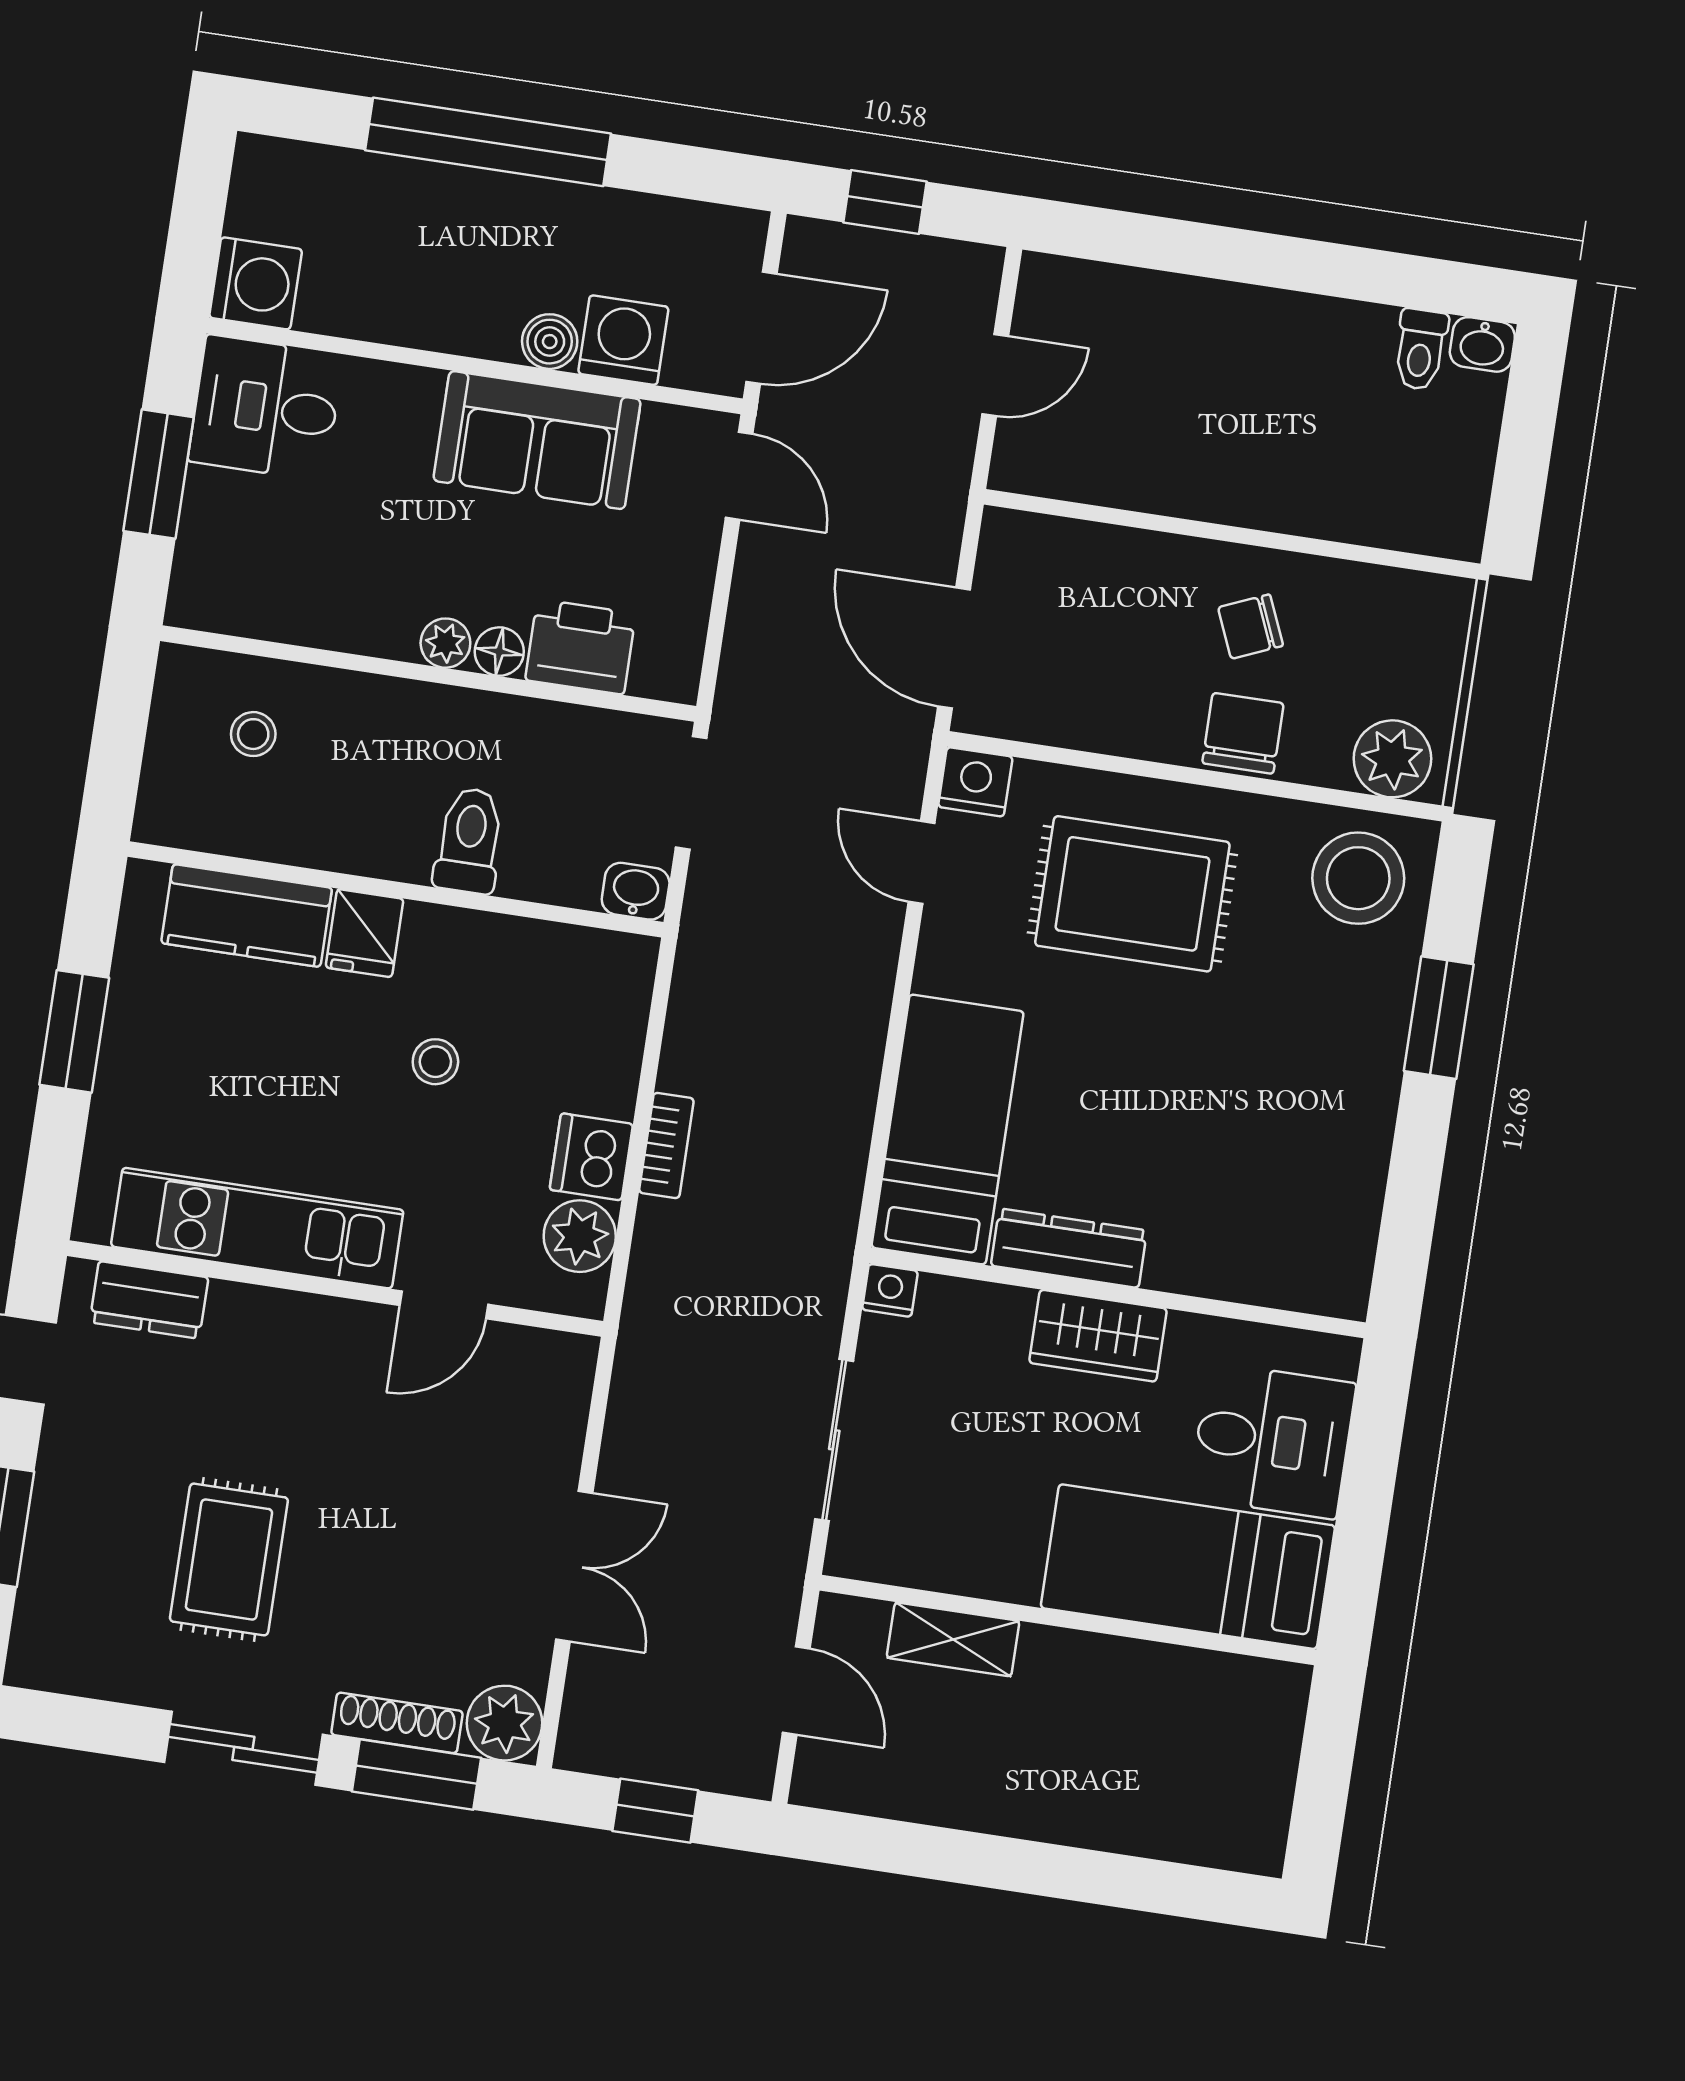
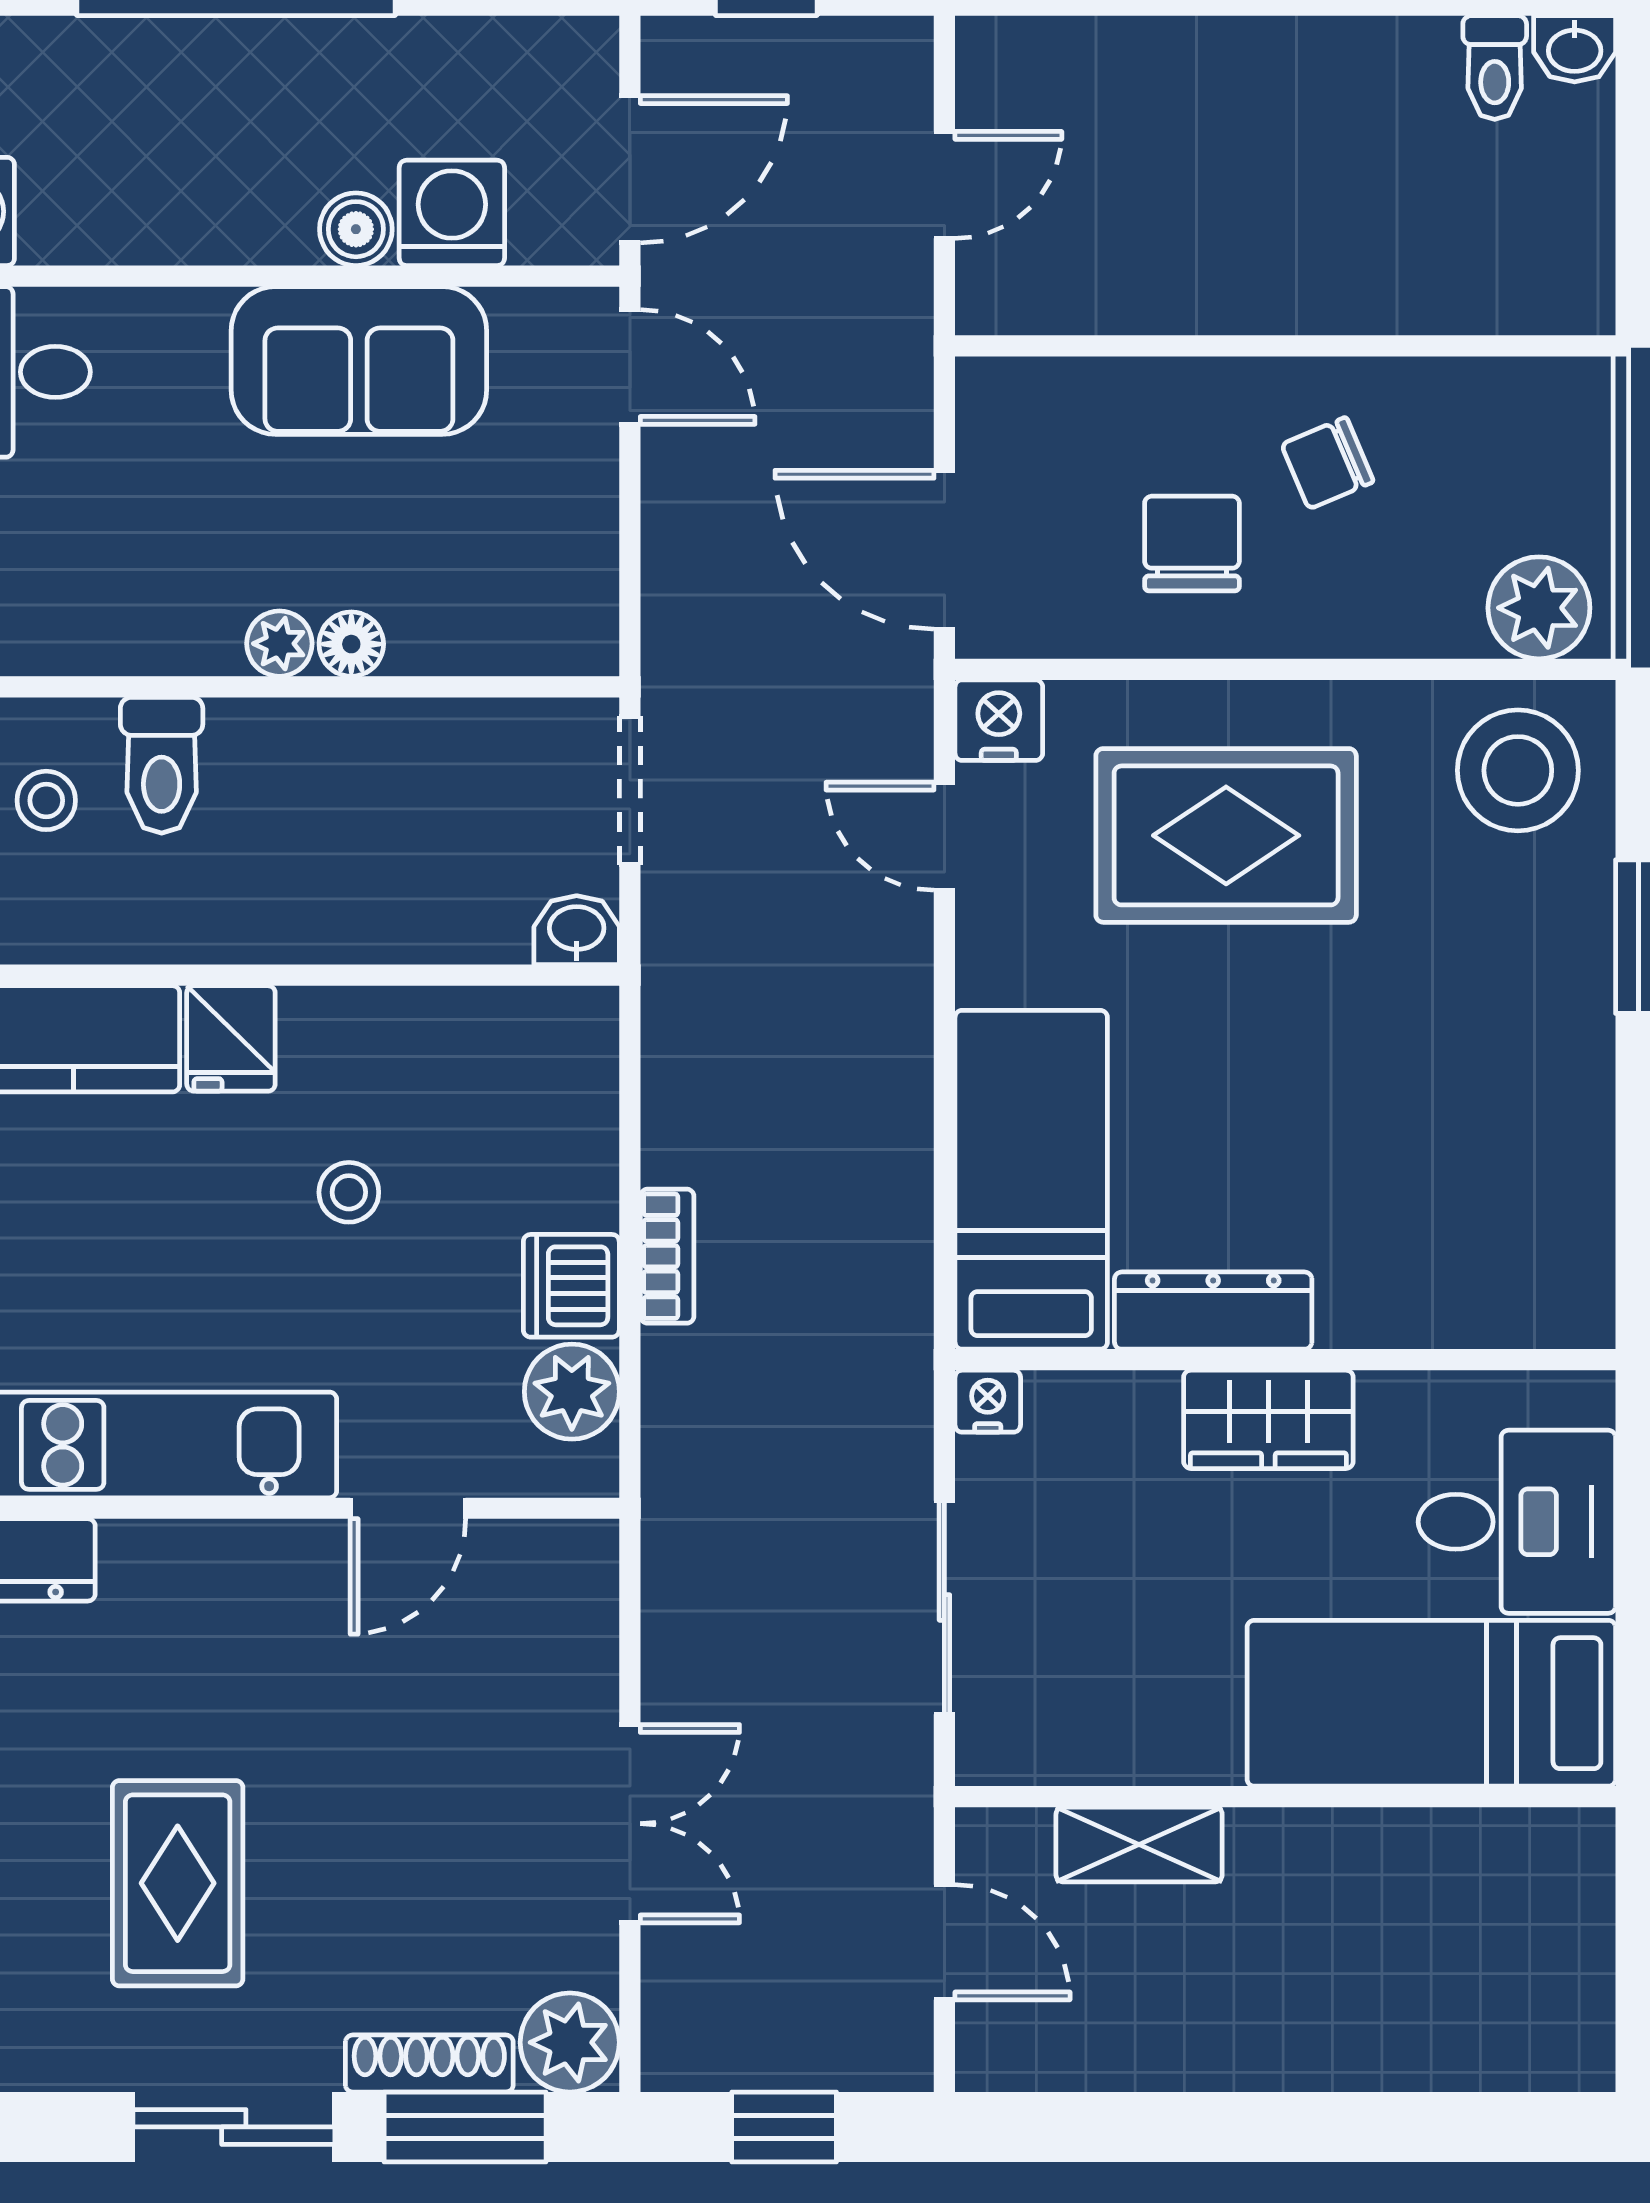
printer: (581, 647) -> (456, 622), removed
chair: (1243, 733) -> (1192, 544), moved
toilet: (469, 840) -> (162, 765), moved, turned 180

